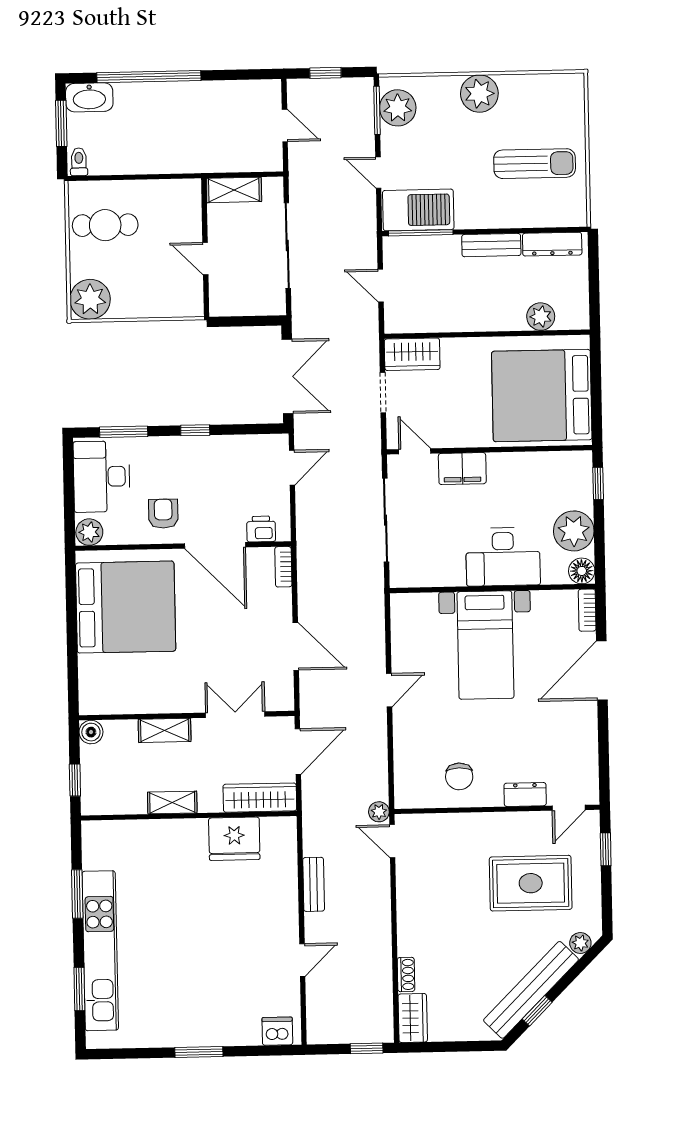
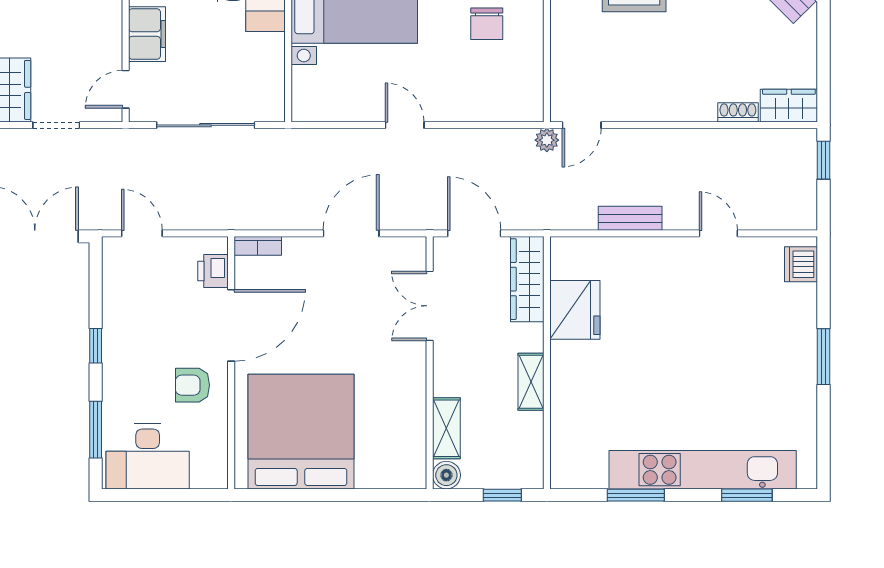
plant: (89, 532) -> (212, 472), removed
shelving: (165, 730) -> (446, 428), moved
chair: (459, 776) -> (487, 24), moved, turned 90

